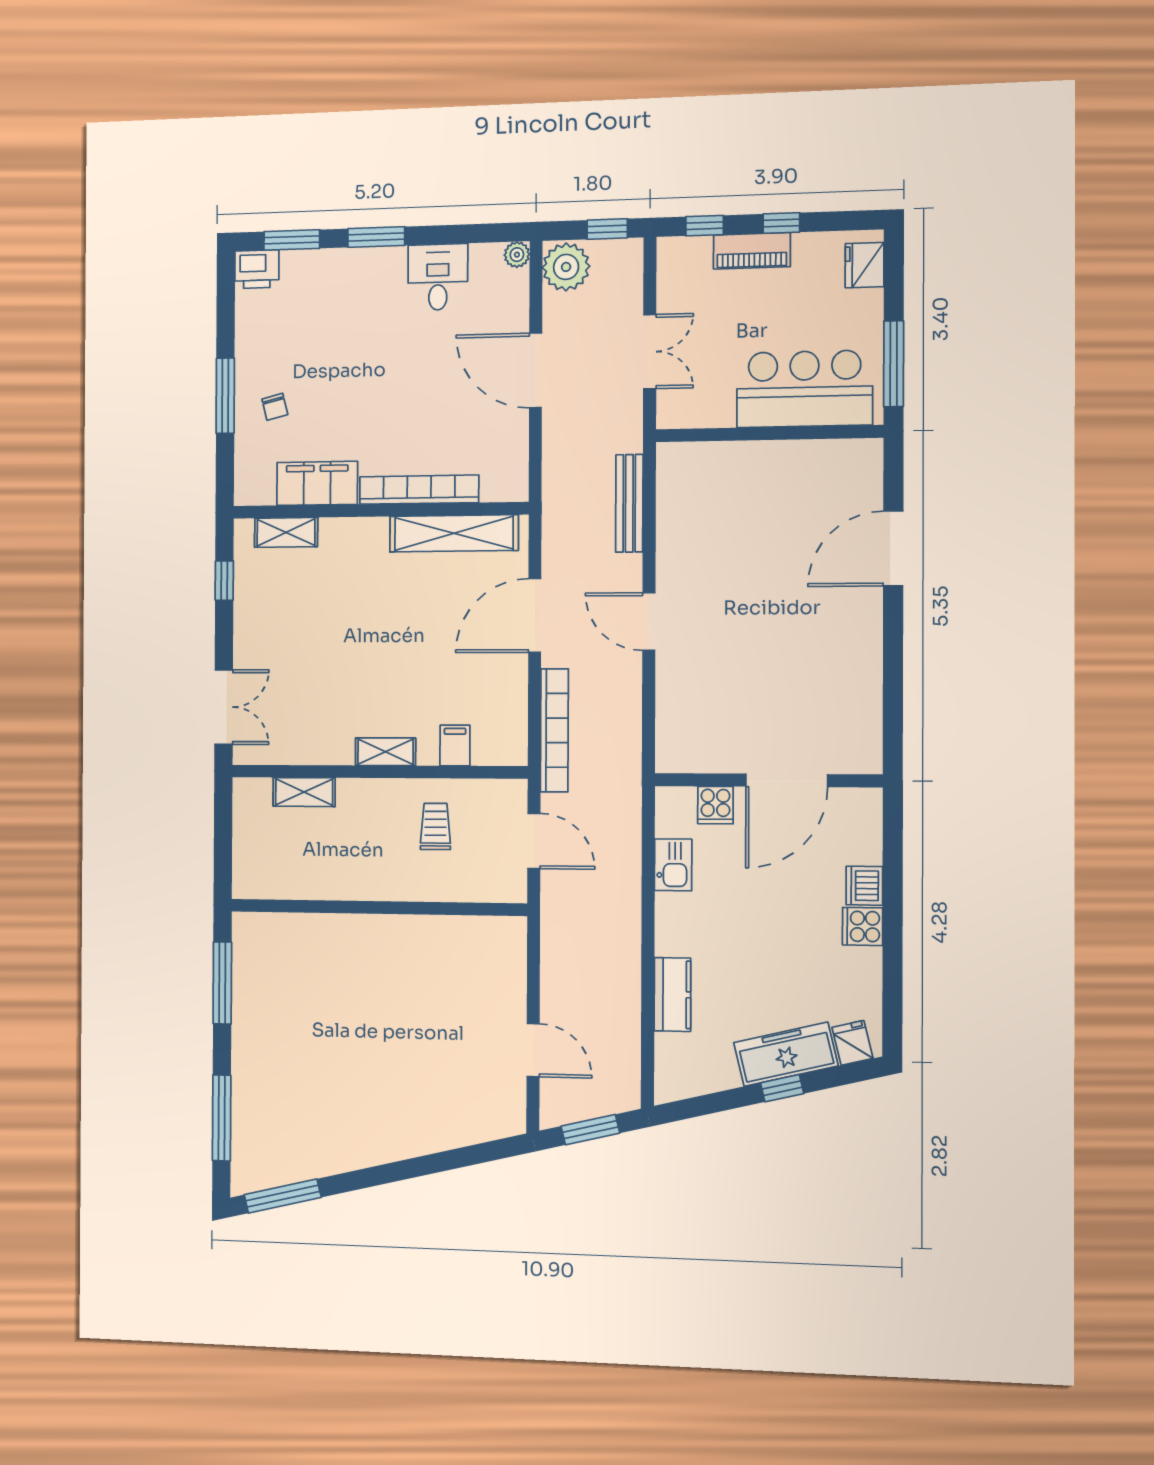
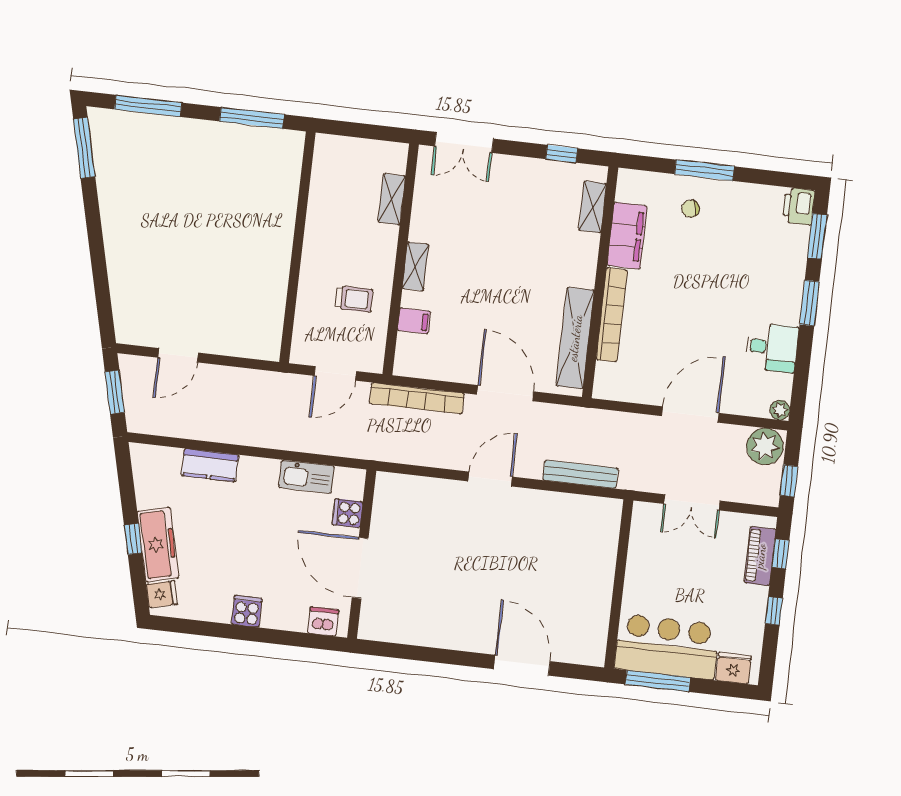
piano: (752, 251) -> (760, 556), moved
bar counter: (804, 389) -> (667, 647), moved, turned -90
kitchen sink: (673, 865) -> (306, 477), width x1.38
dishwasher: (864, 886) -> (323, 621), moved

